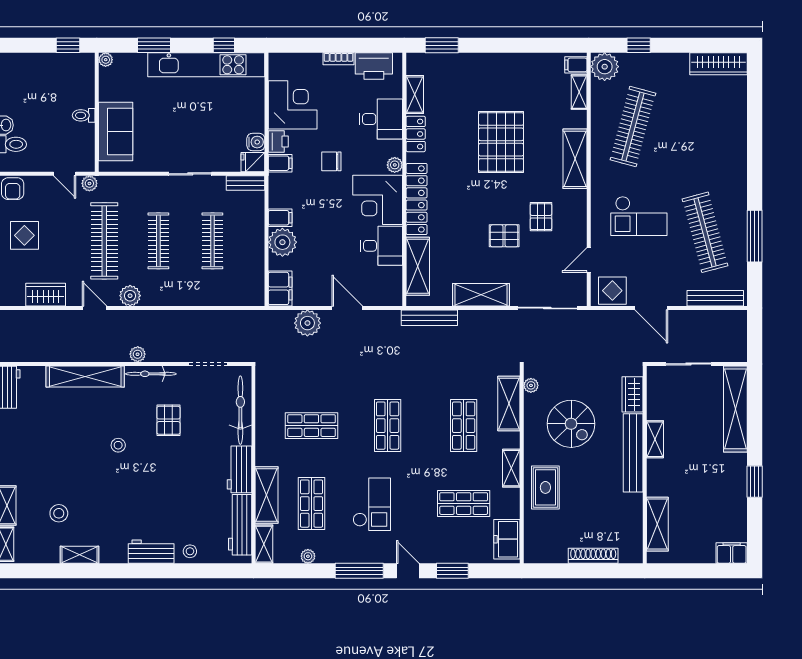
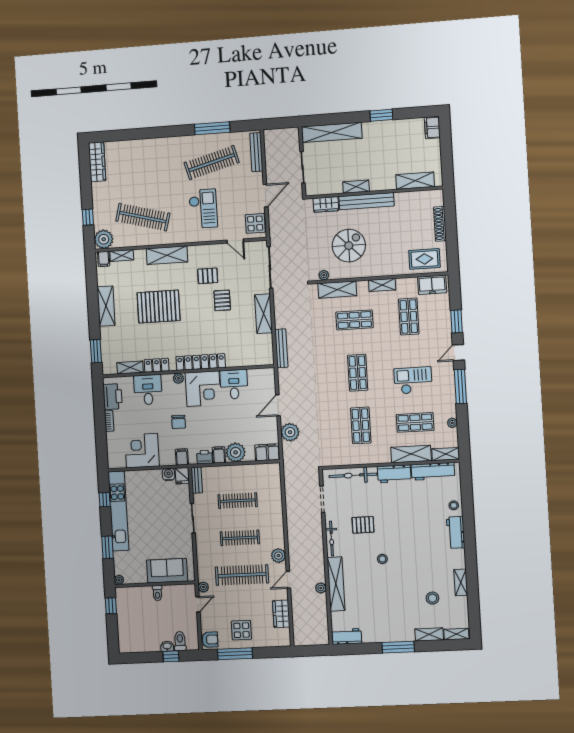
printer: (278, 142) -> (205, 457), moved
shelving: (418, 266) -> (106, 306), moved, turned 90
plant: (138, 354) -> (321, 588), moved
shop shelf: (388, 426) -> (358, 373), turned 90
rug: (545, 487) -> (424, 259), moved

